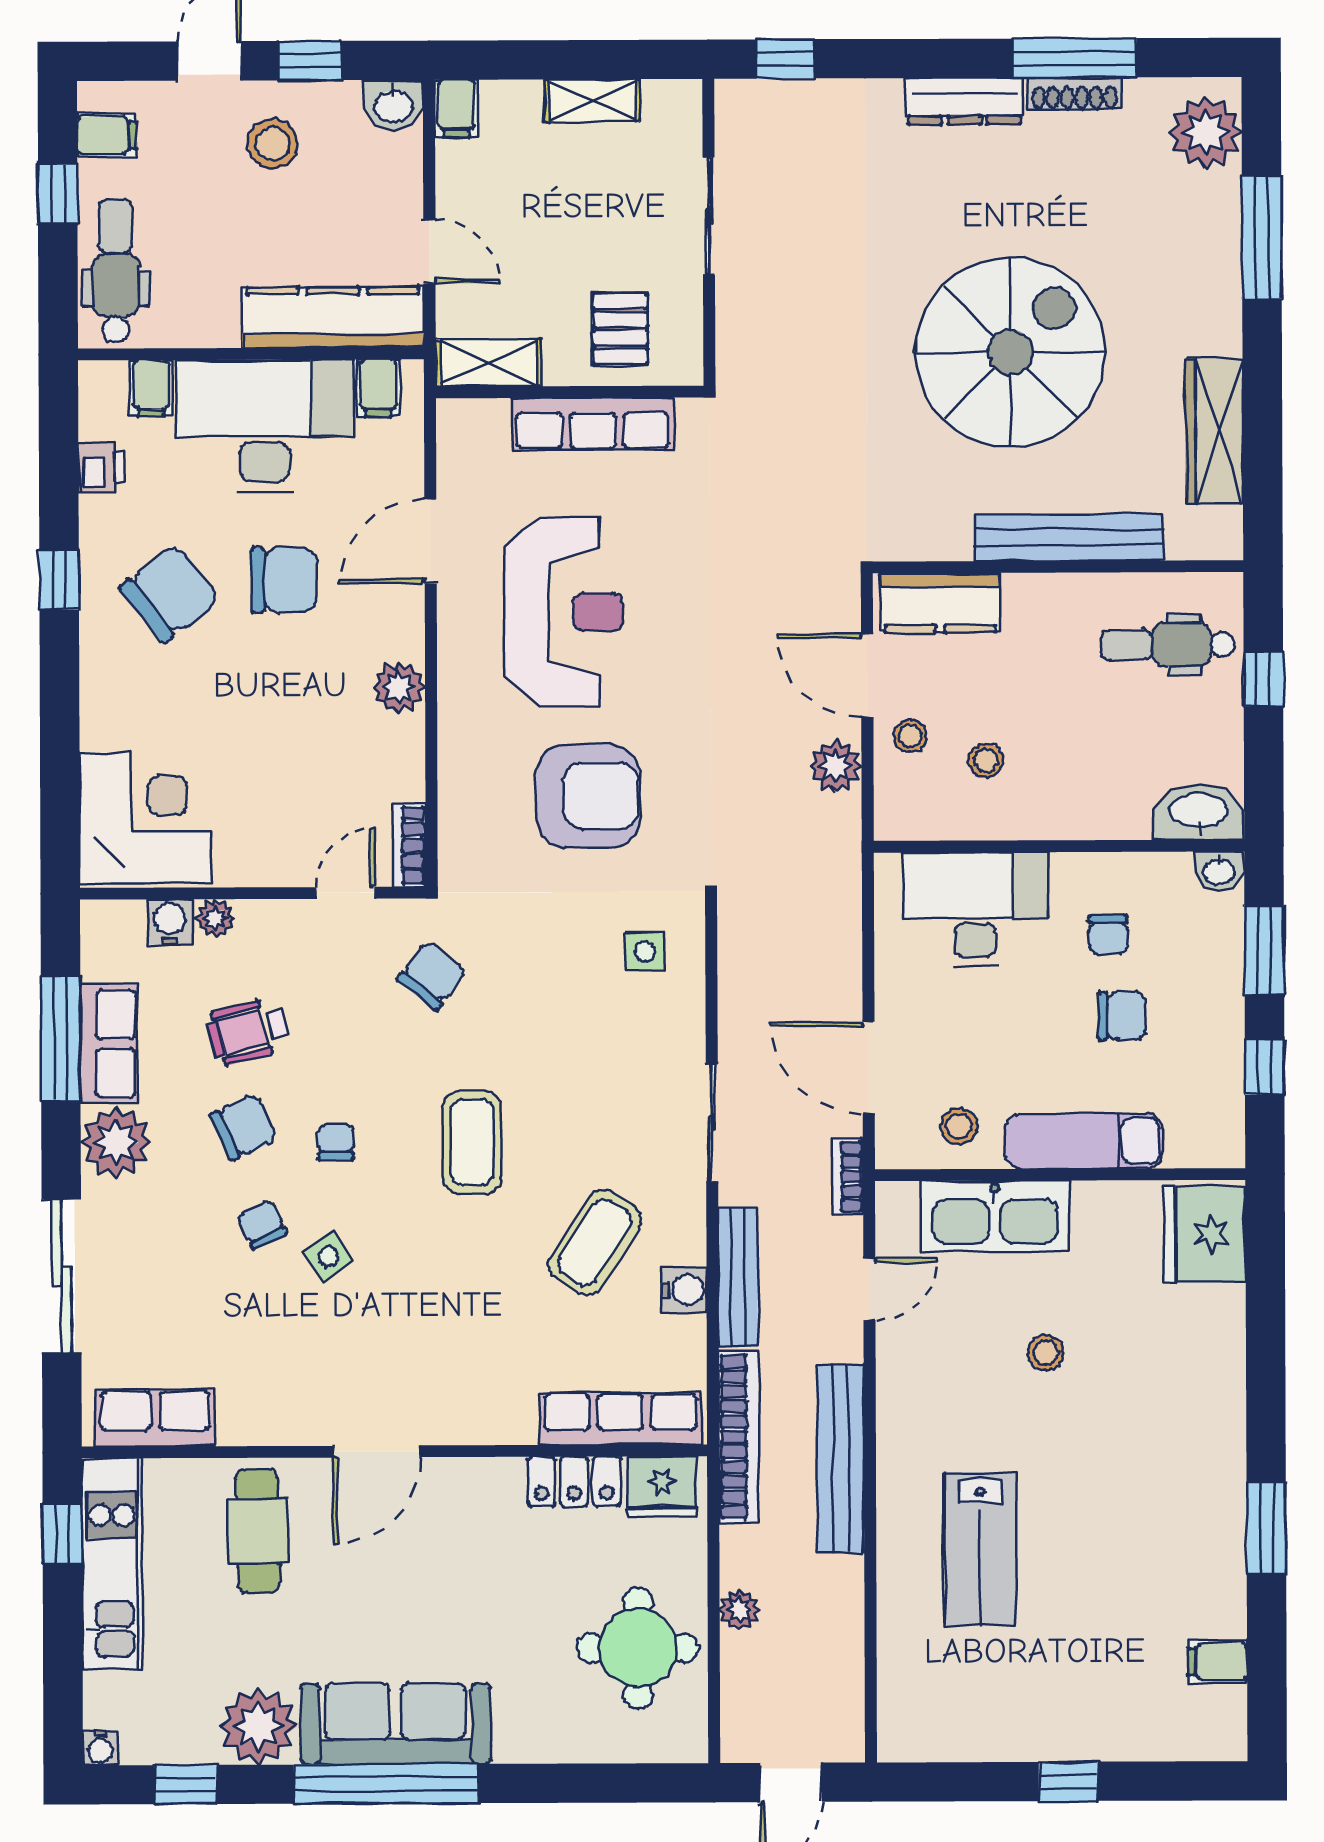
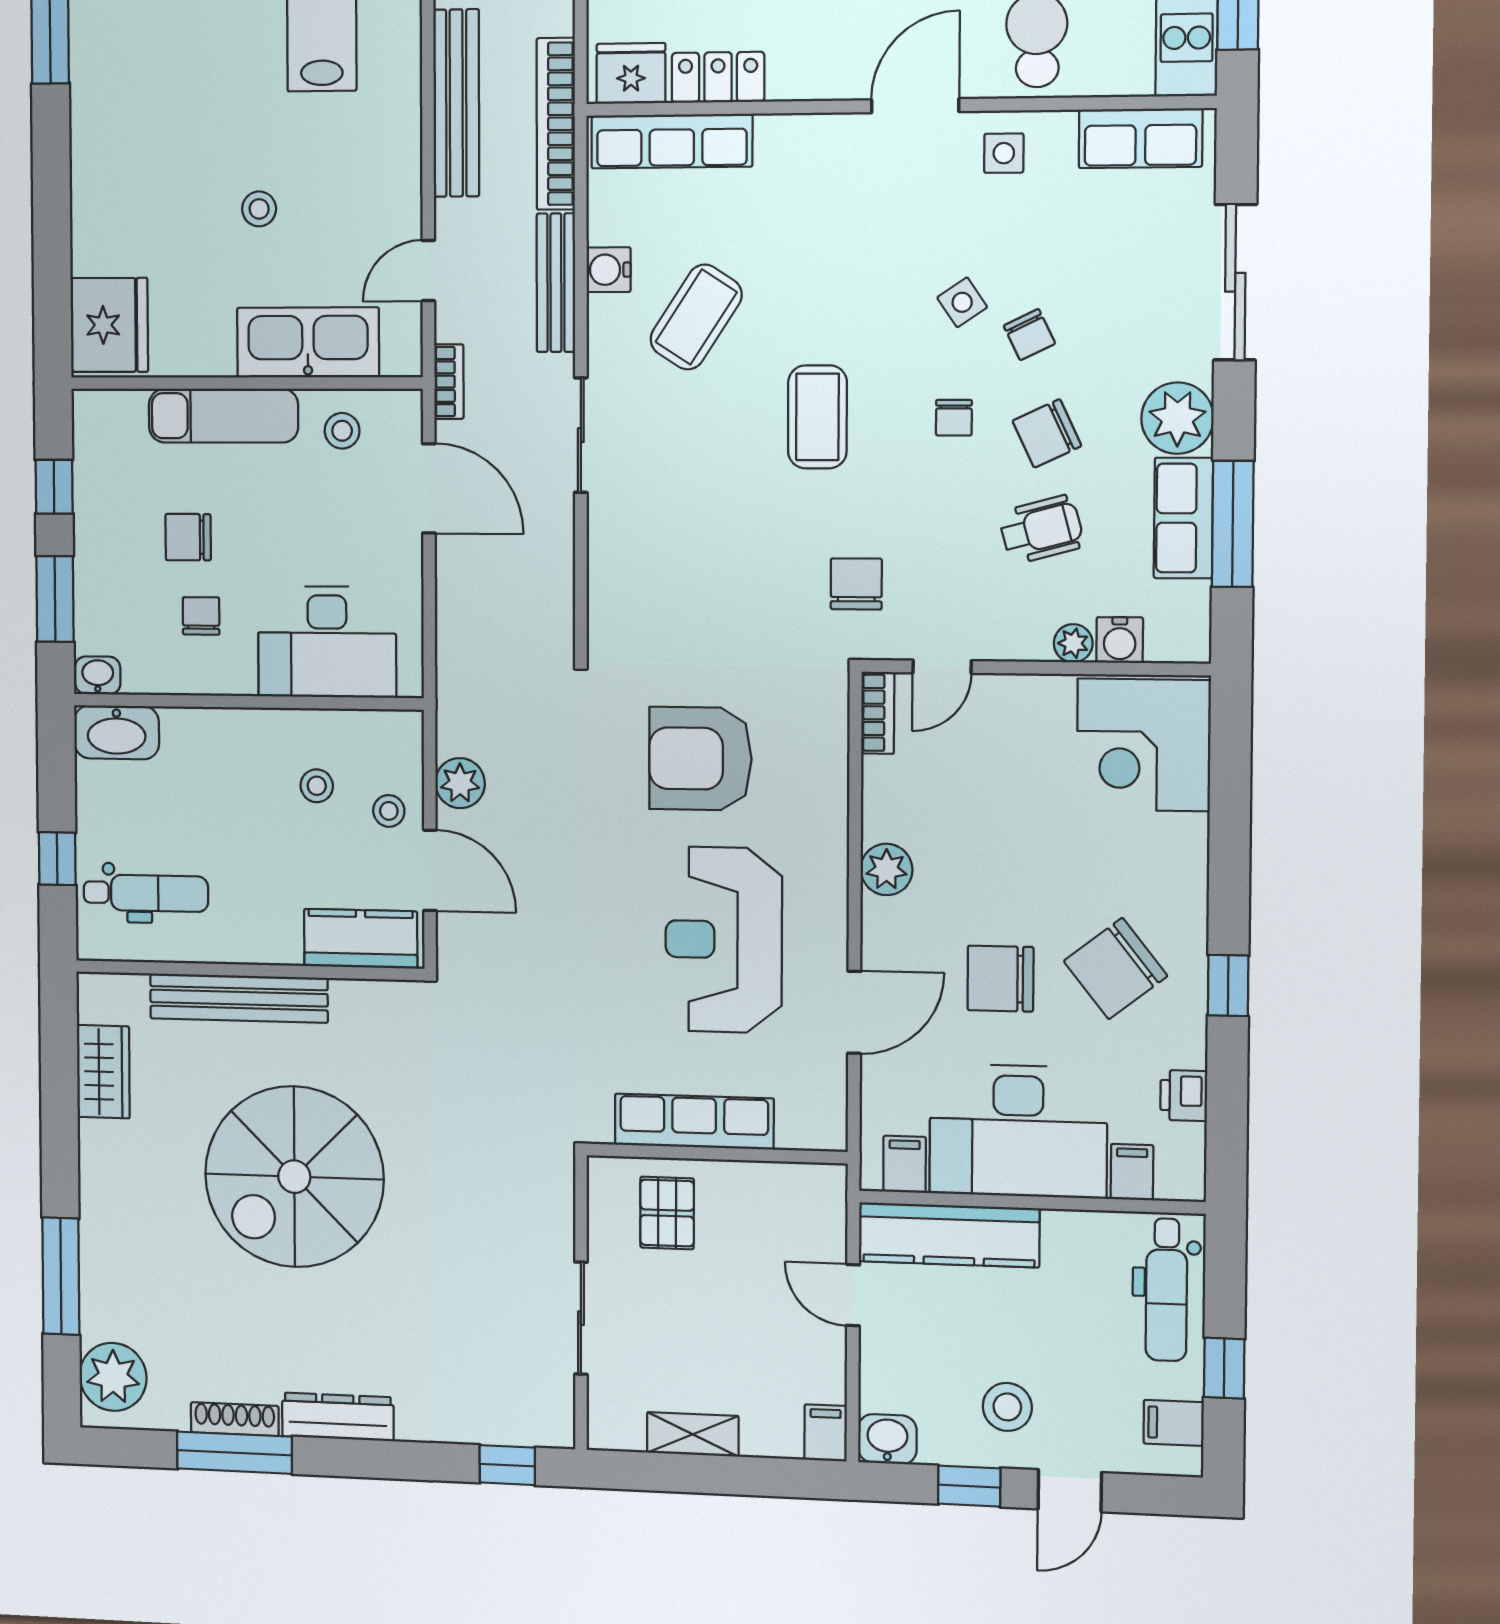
shelving: (488, 363) -> (796, 1185), removed
wardrobe: (1215, 431) -> (103, 1072), width x0.67
side table: (645, 951) -> (1004, 153), moved
chair: (432, 975) -> (856, 584), turned 142

